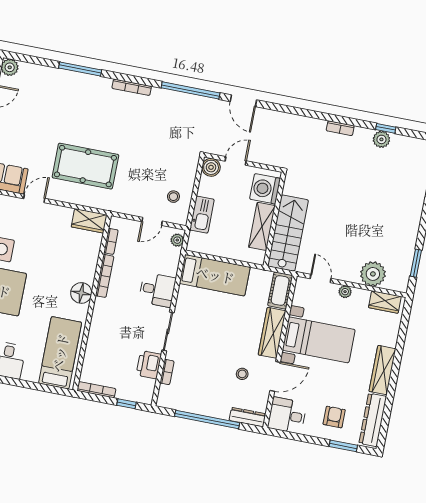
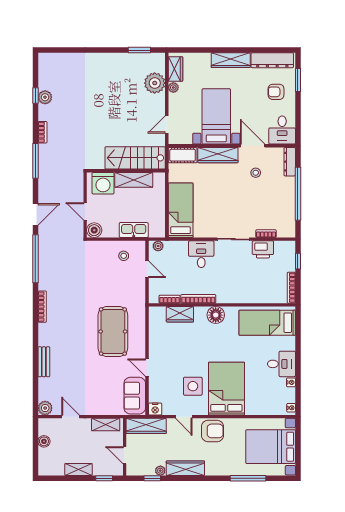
window: (80, 69) -> (35, 161), moved
bench: (65, 77) -> (44, 362), added
wardrobe: (89, 221) -> (180, 314), moved, turned 90
plant: (345, 292) -> (173, 88), moved

